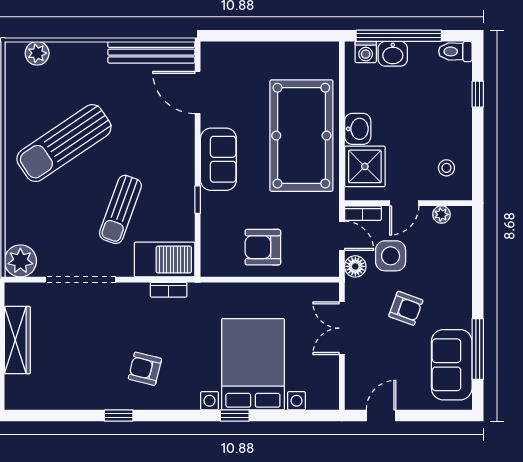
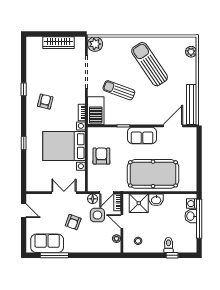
toilet: (455, 51) -> (169, 245), moved
bed with nightstands: (253, 364) -> (64, 146), moved, turned 180

